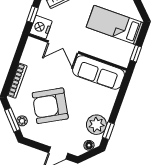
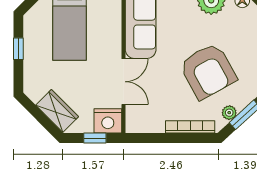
plant: (22, 121) -> (229, 113), moved

